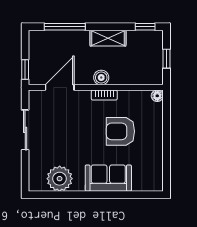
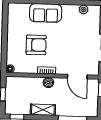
door: (60, 87) -> (77, 77), hinge flipped
plant: (60, 179) -> (84, 9), width x0.53, depth x0.53

